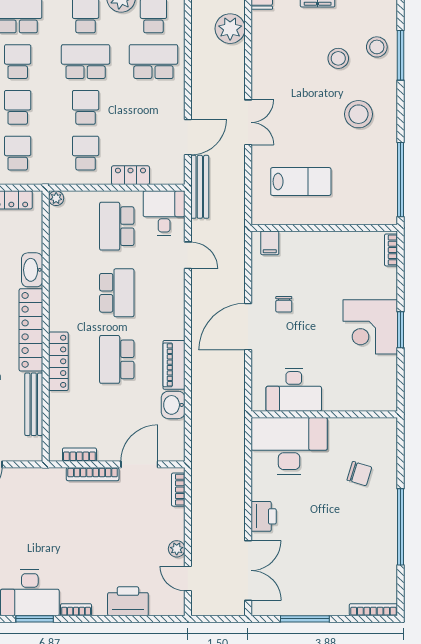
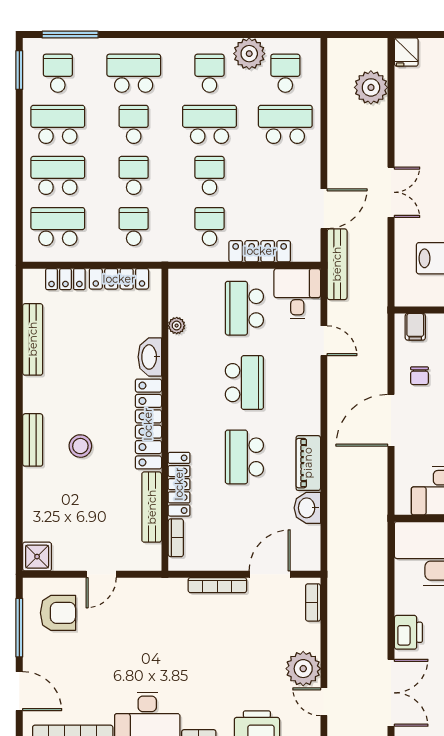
locker: (130, 175) -> (260, 251), width x1.53
plant: (56, 198) -> (177, 326), moved
chair: (284, 304) -> (419, 376), moved
locker: (58, 361) -> (179, 484), moved
bookcase: (79, 455) -> (176, 538), moved, turned 90
plant: (177, 549) -> (303, 669), width x1.87, depth x1.87

